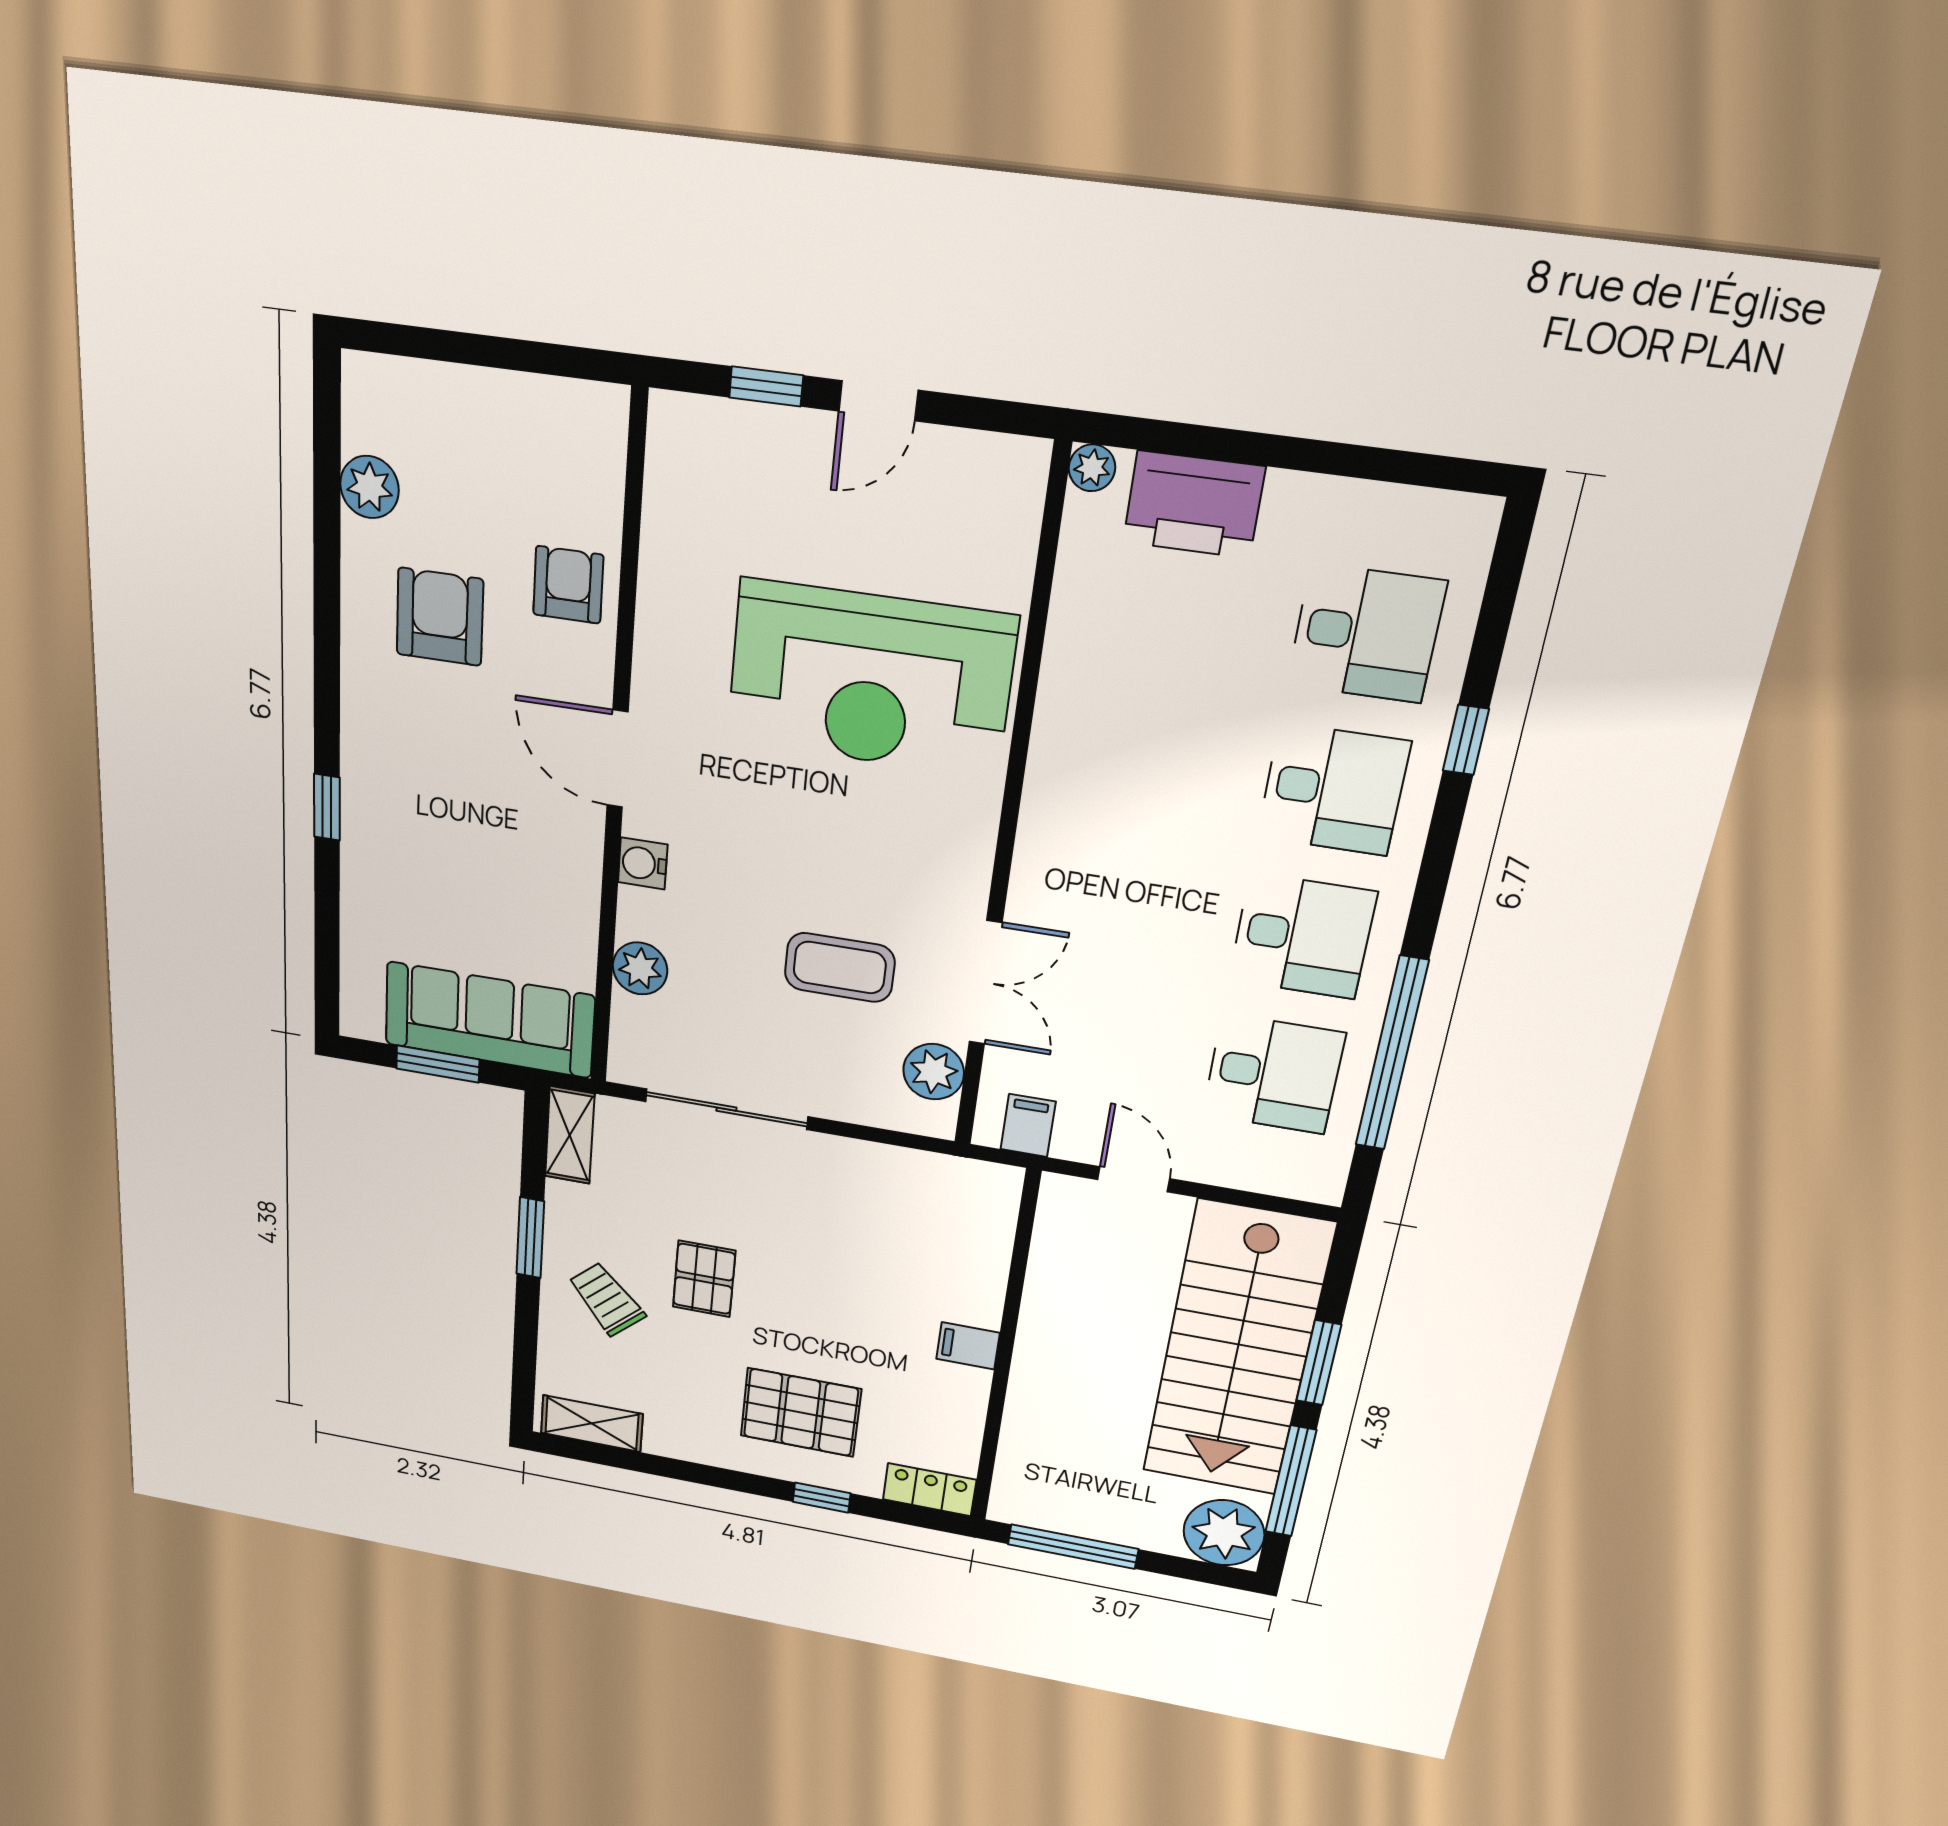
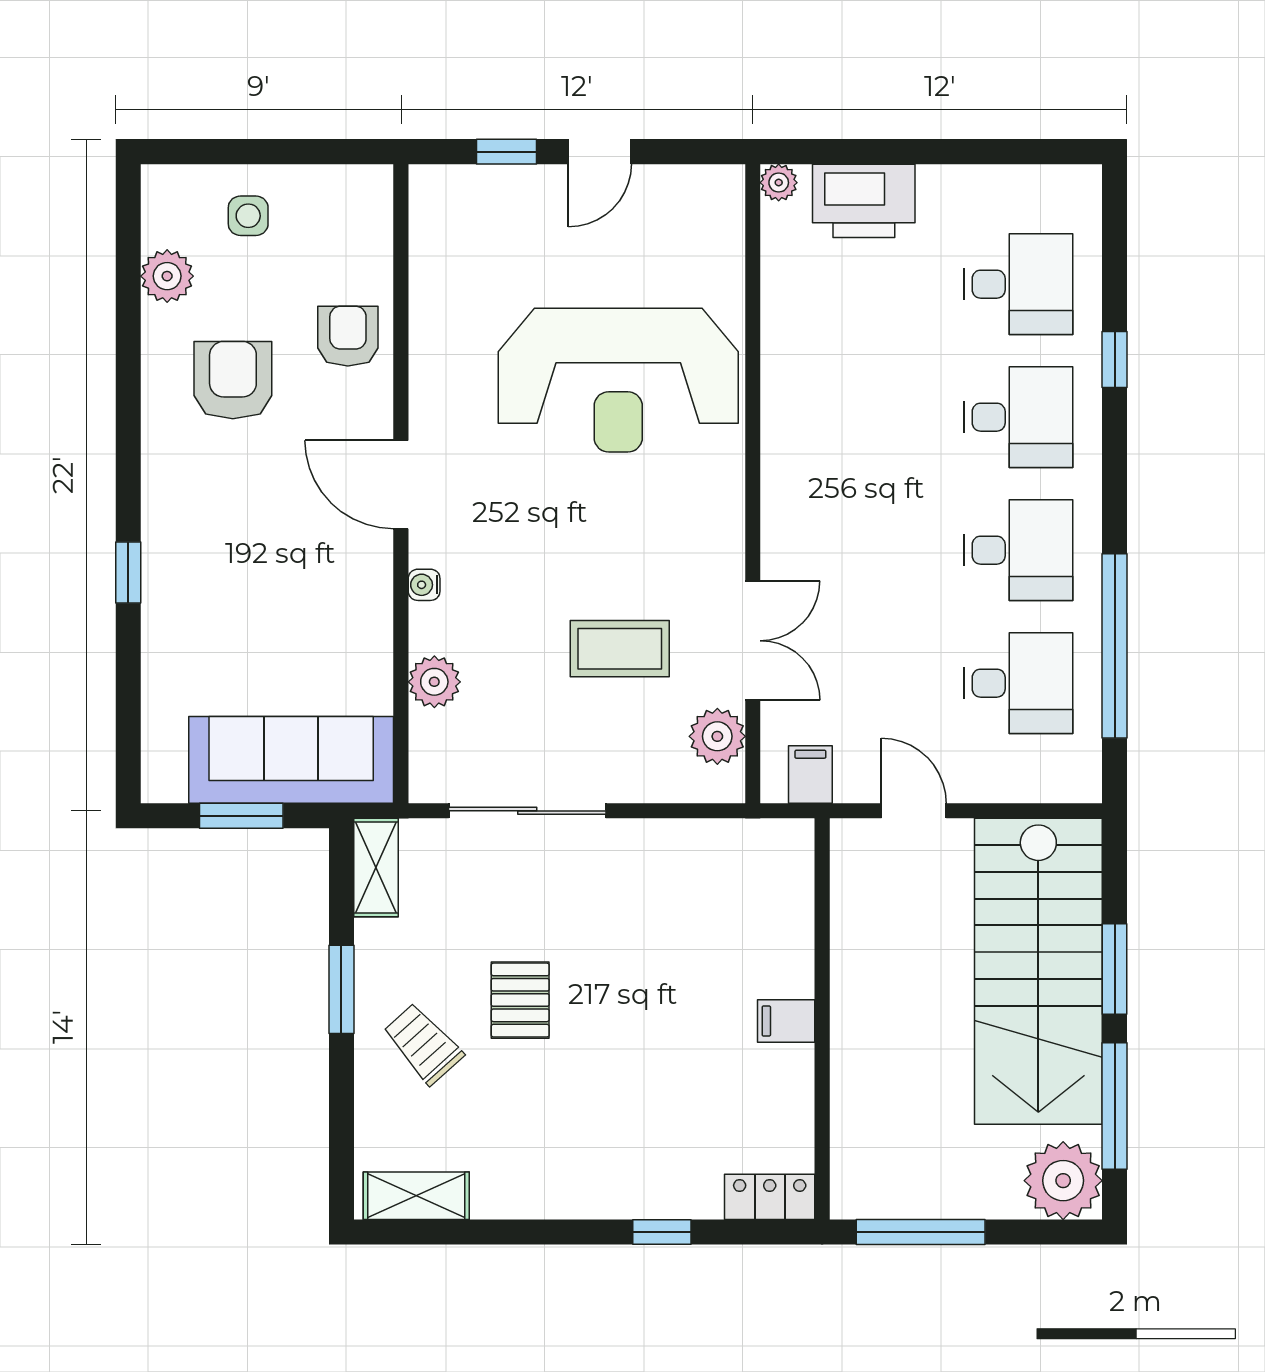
side table: (461, 427) -> (248, 216), added
water cooler: (643, 863) -> (424, 585), width x0.72, depth x0.72
pallet: (801, 1412) -> (631, 1134), removed

